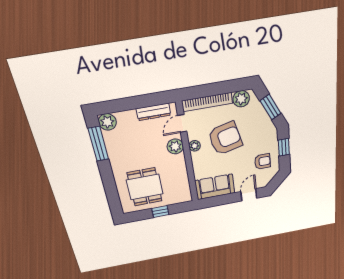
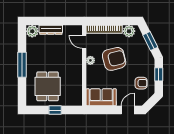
dresser: (154, 112) -> (51, 30), moved
door: (182, 124) -> (84, 42), hinge flipped
window: (98, 144) -> (22, 65), moved
plant: (175, 146) -> (76, 58), removed

